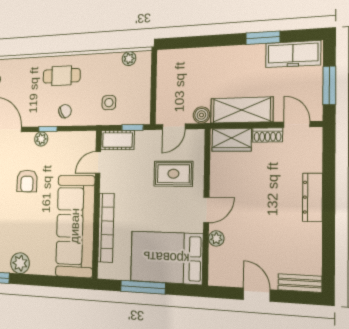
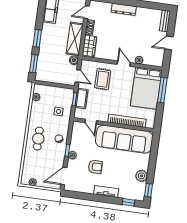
window: (263, 38) -> (37, 38), moved
window: (186, 42) -> (34, 64), added
cot: (117, 140) -> (81, 98), moved
window: (143, 287) -> (162, 90), moved

